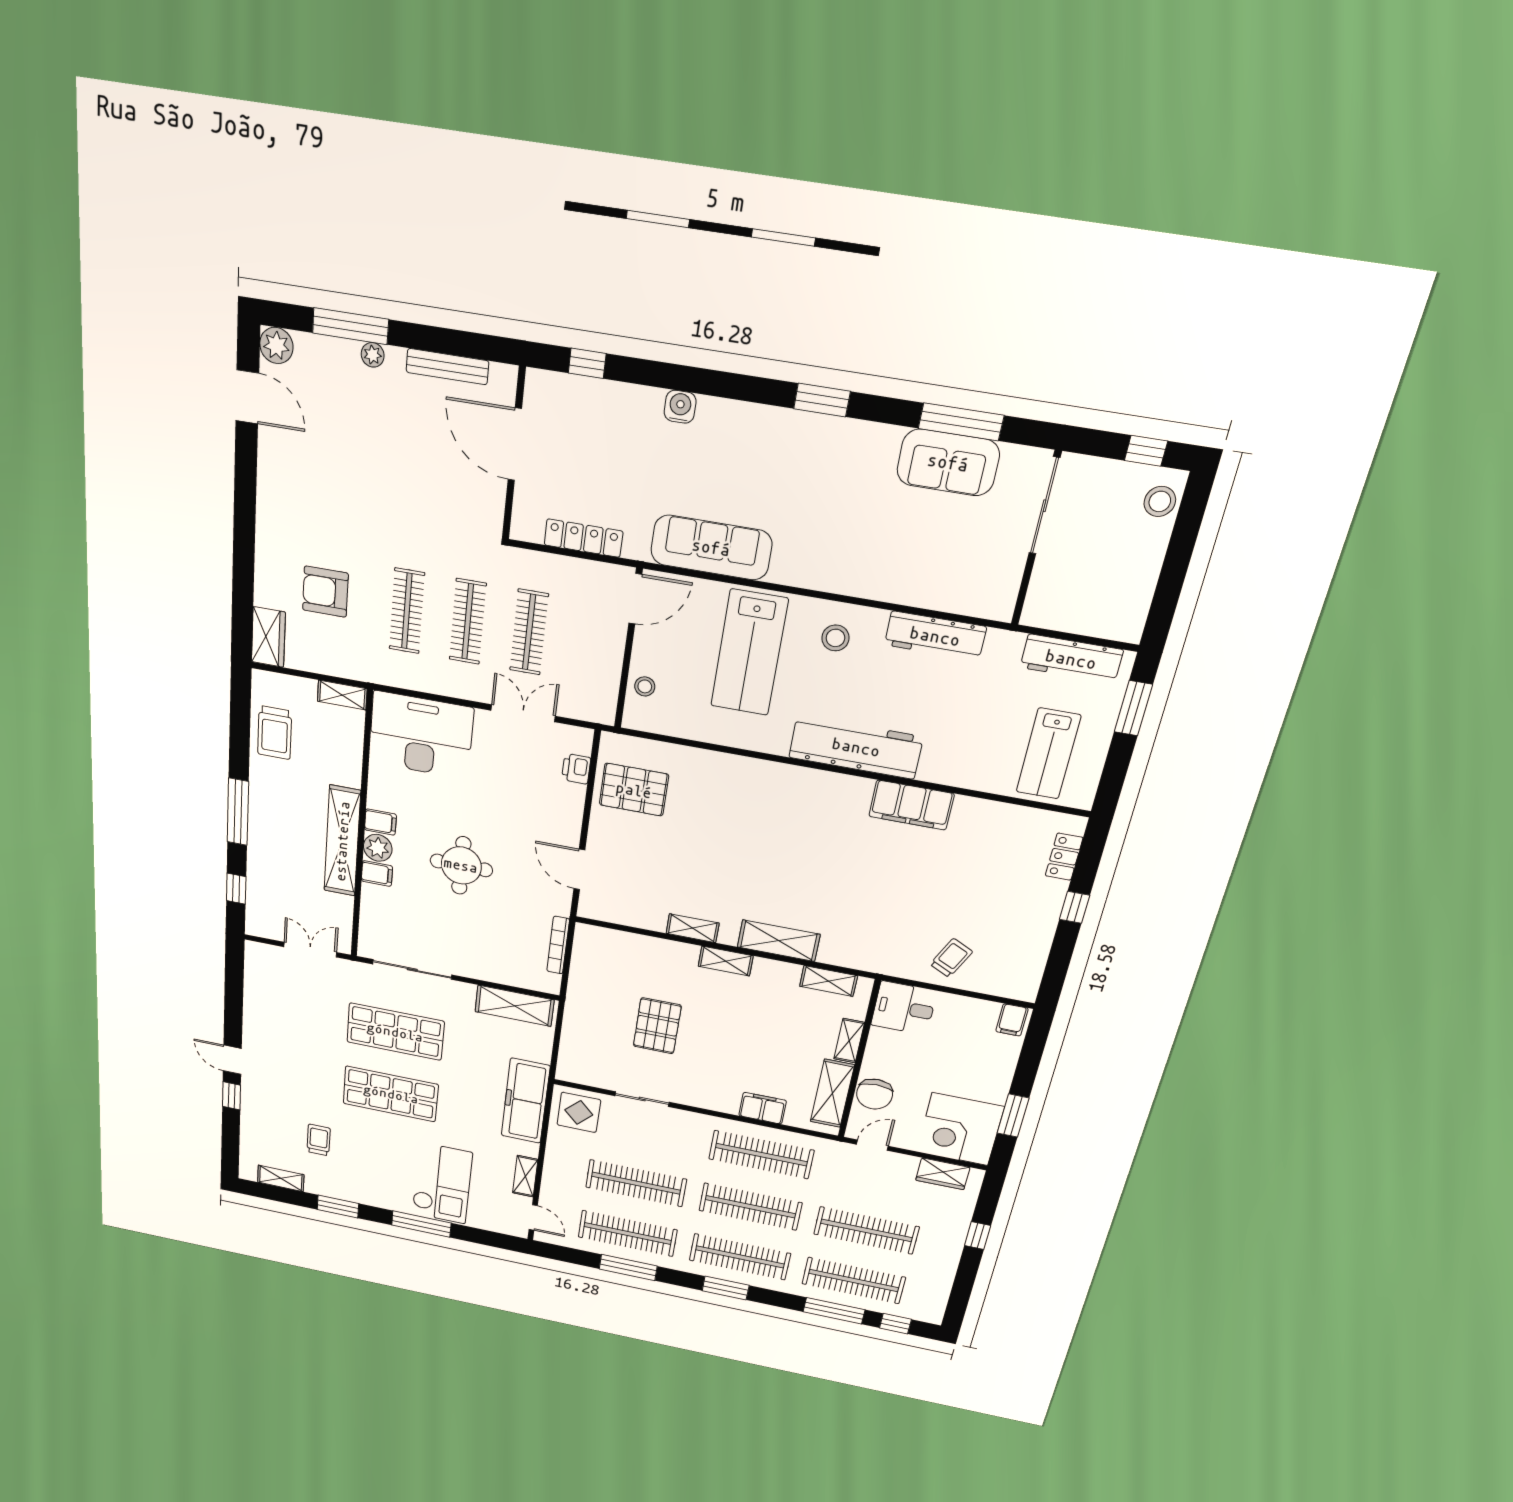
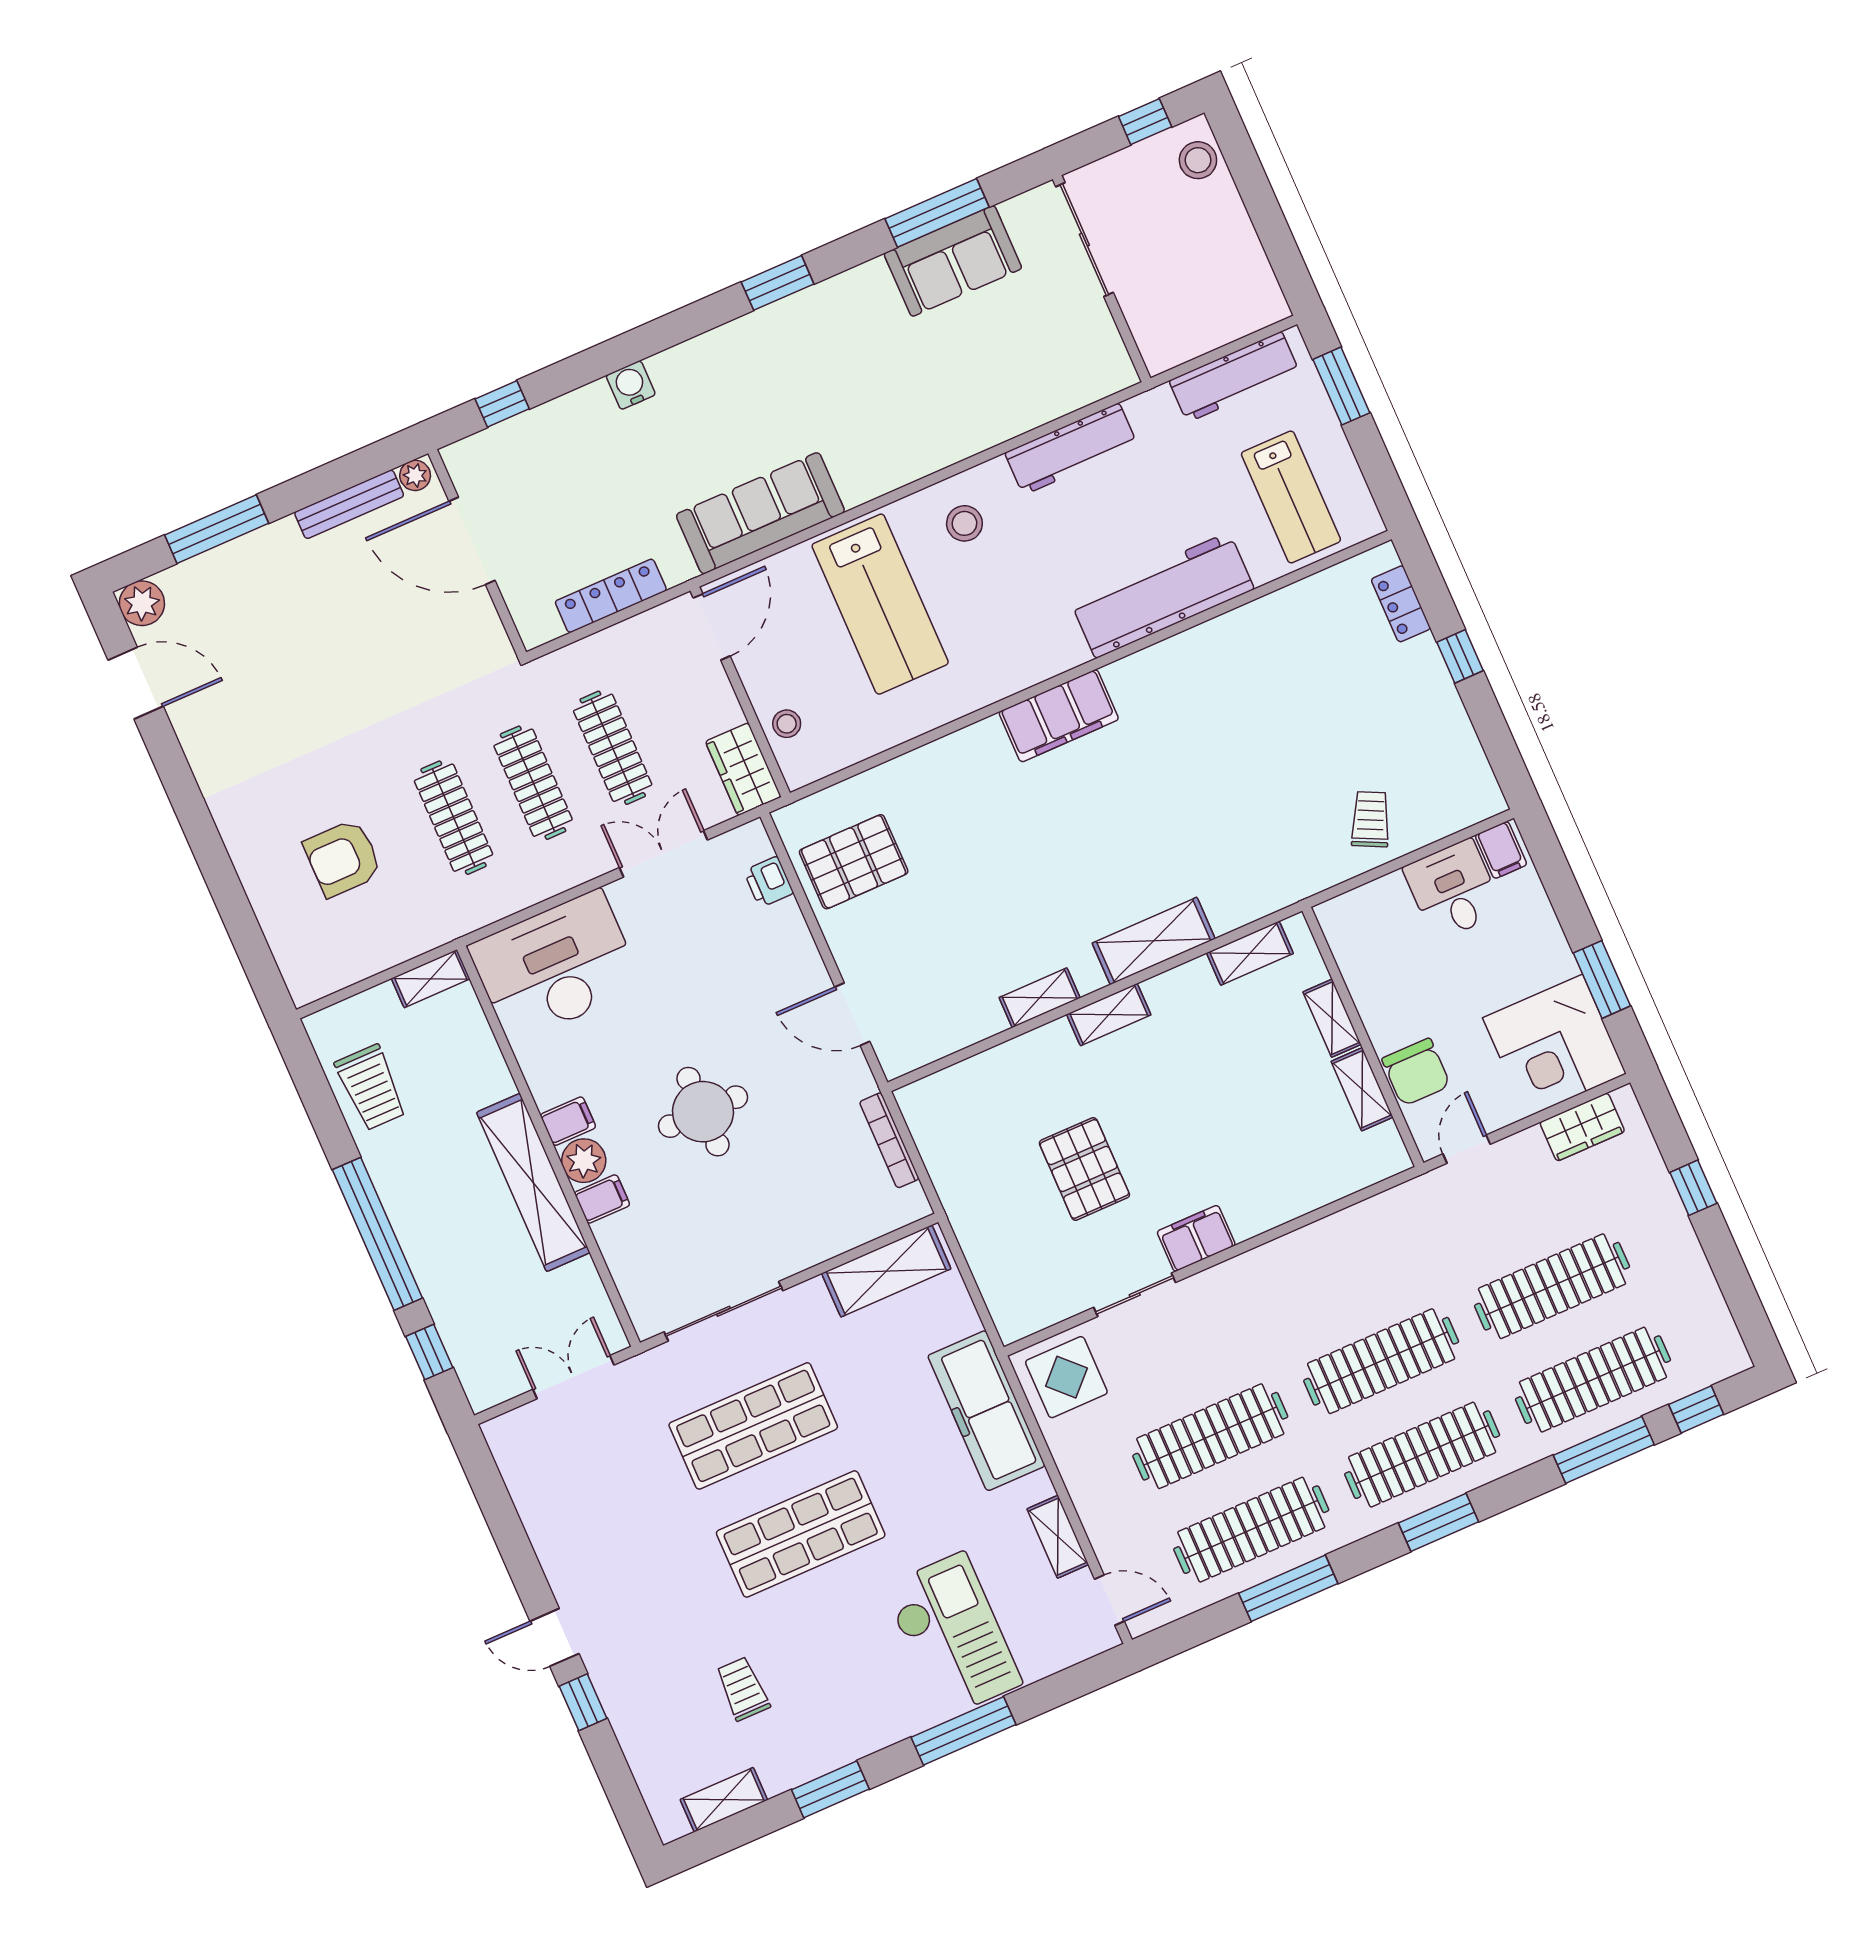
plant: (373, 355) -> (415, 475), moved
wardrobe: (268, 637) -> (743, 769), moved, turned 180
workbench: (856, 747) -> (1162, 595), moved
filing cabinet: (911, 805) -> (1059, 716), moved
window: (238, 812) -> (377, 1234), width x1.46
desk: (904, 1008) -> (1453, 890), moved, turned 90
shelving: (832, 1093) -> (1362, 1089), width x0.67, depth x0.75
filing cabinet: (763, 1108) -> (1196, 1238), moved
clothes rail: (761, 1155) -> (1340, 1268), removed

